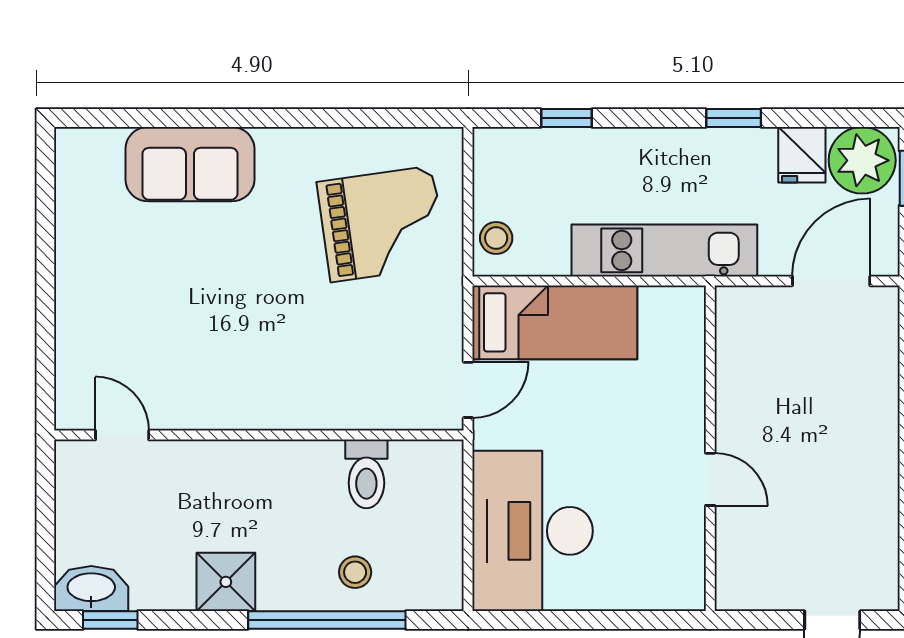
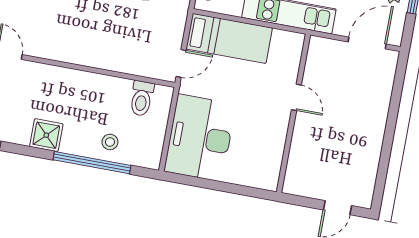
toilet: (366, 474) -> (142, 98), moved
door: (710, 479) -> (296, 97), moved

